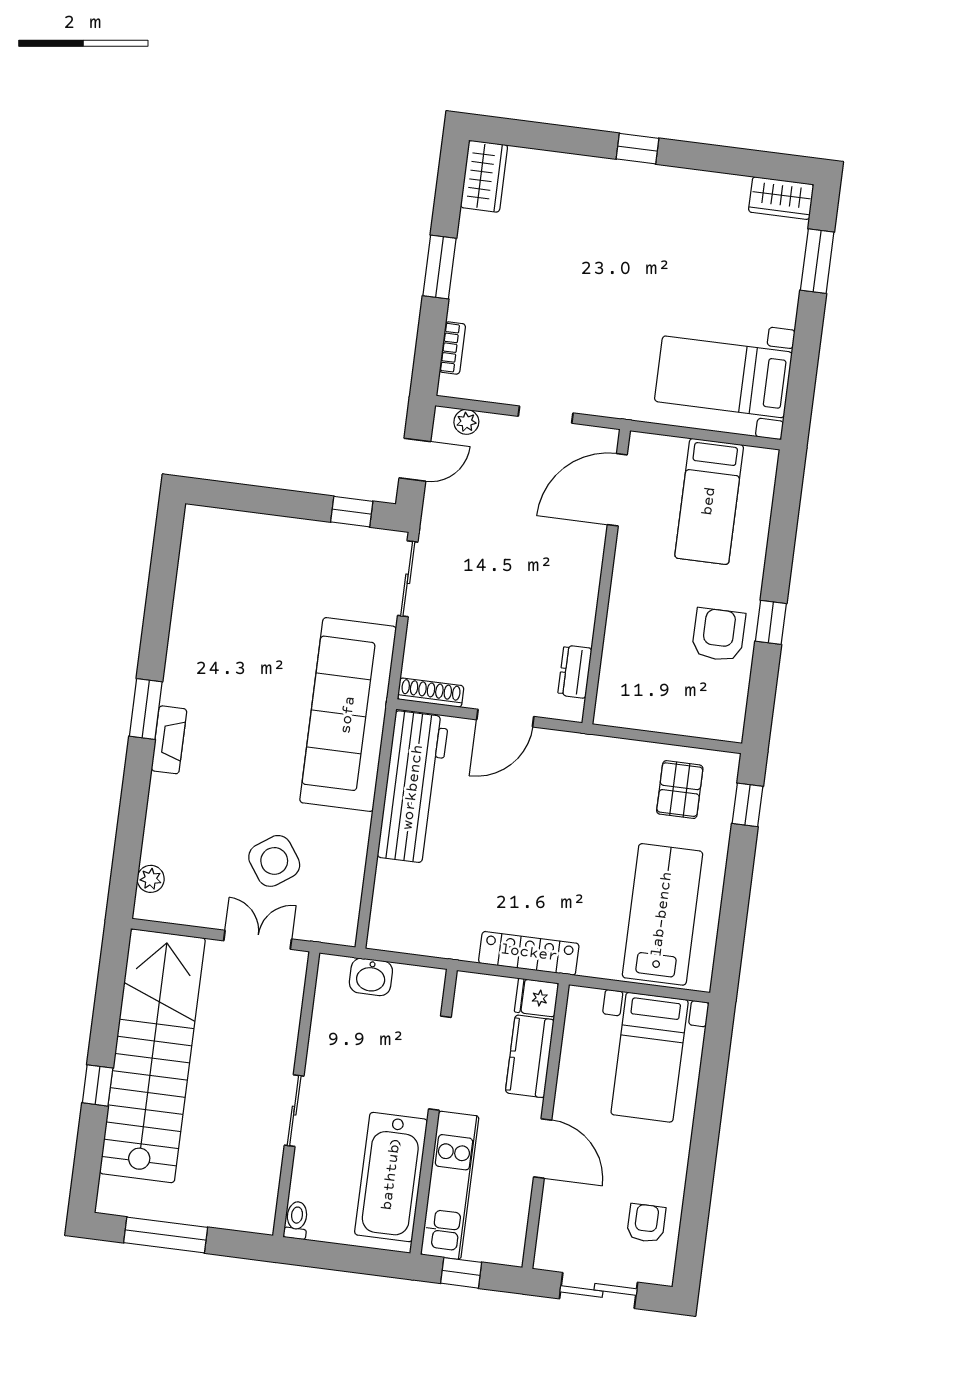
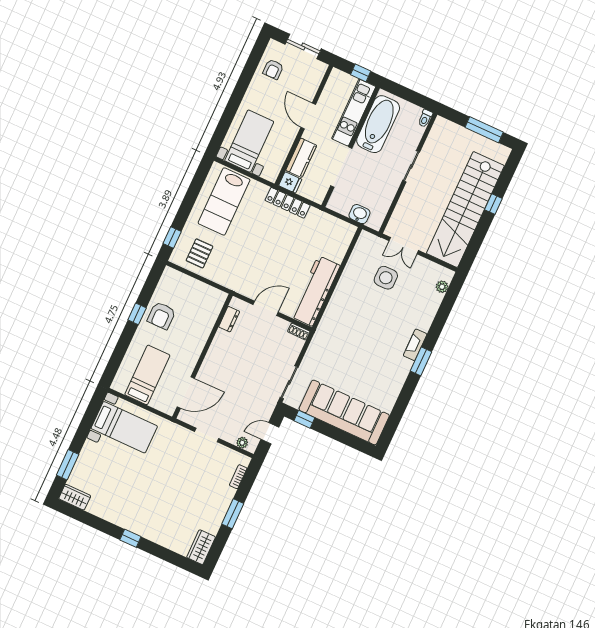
shoe rack: (431, 693) -> (299, 332), width x0.70
sofa: (348, 715) -> (344, 412), moved, turned -90
side table: (274, 861) -> (386, 278), turned 35

